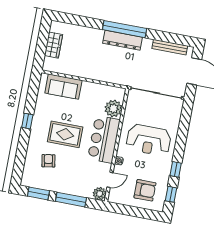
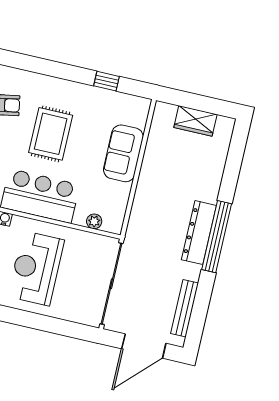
sofa: (63, 87) -> (123, 153), moved
plant: (113, 108) -> (94, 221), width x0.53, depth x0.53
window: (27, 121) -> (107, 81), moved

